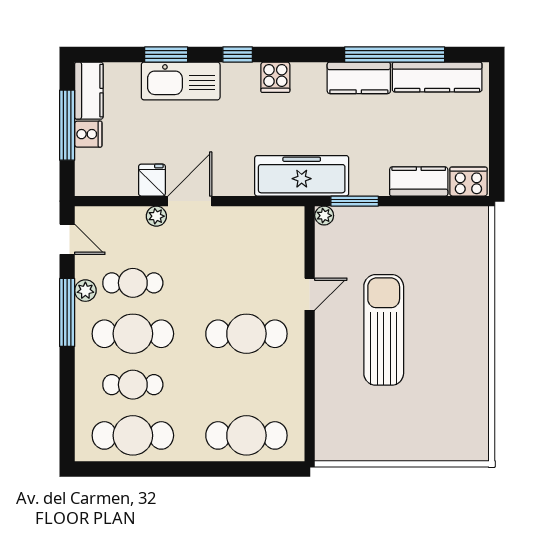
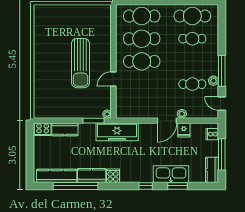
cooker: (275, 77) -> (113, 176), moved
cooker: (88, 134) -> (212, 134), moved
cafe table: (133, 334) -> (142, 39), moved

